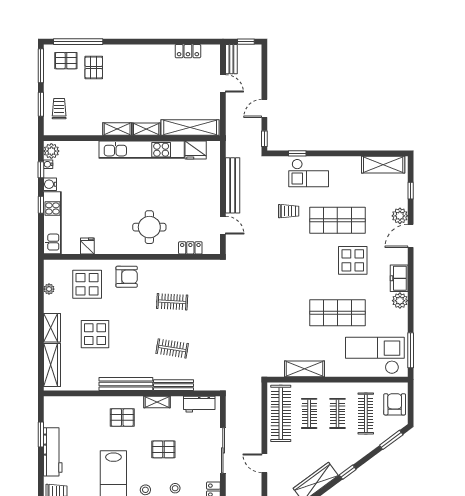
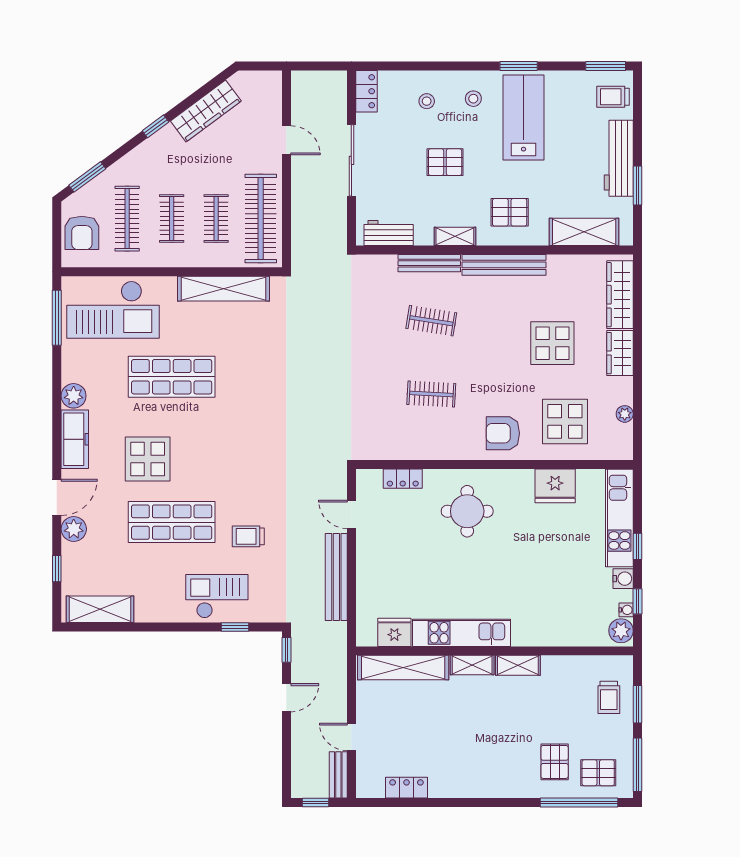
kitchen unit: (142, 150) -> (462, 633), width x0.73
fridge: (87, 246) -> (555, 486), width x1.88, depth x1.34
freezer: (399, 278) -> (75, 439), width x1.40
shelving: (304, 369) -> (224, 289), width x1.47
shelving: (75, 405) -> (584, 232), added

